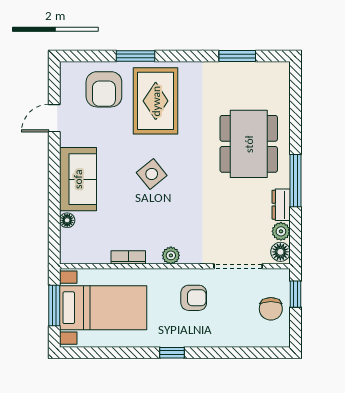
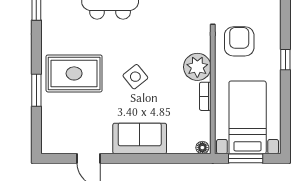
armchair: (104, 89) -> (64, 117), removed
floor lamp: (67, 220) -> (202, 148), moved
plant: (171, 255) -> (197, 67), width x1.88, depth x1.88
armchair: (194, 298) -> (239, 41), width x1.38, depth x1.38

